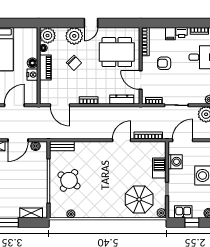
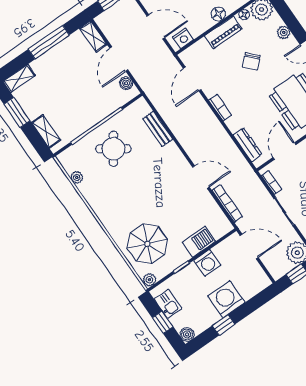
plant: (74, 36) -> (284, 32), width x0.53, depth x0.53
nightstand: (32, 75) -> (183, 38), moved
door: (18, 140) -> (119, 59), hinge flipped
bench: (62, 146) -> (158, 129), moved
washing machine: (175, 162) -> (207, 263), moved

